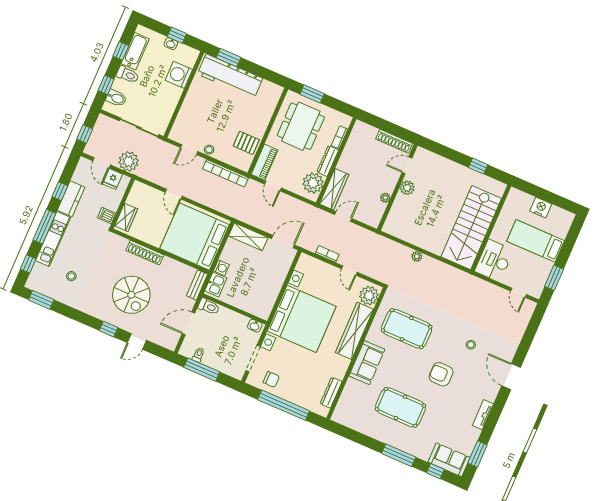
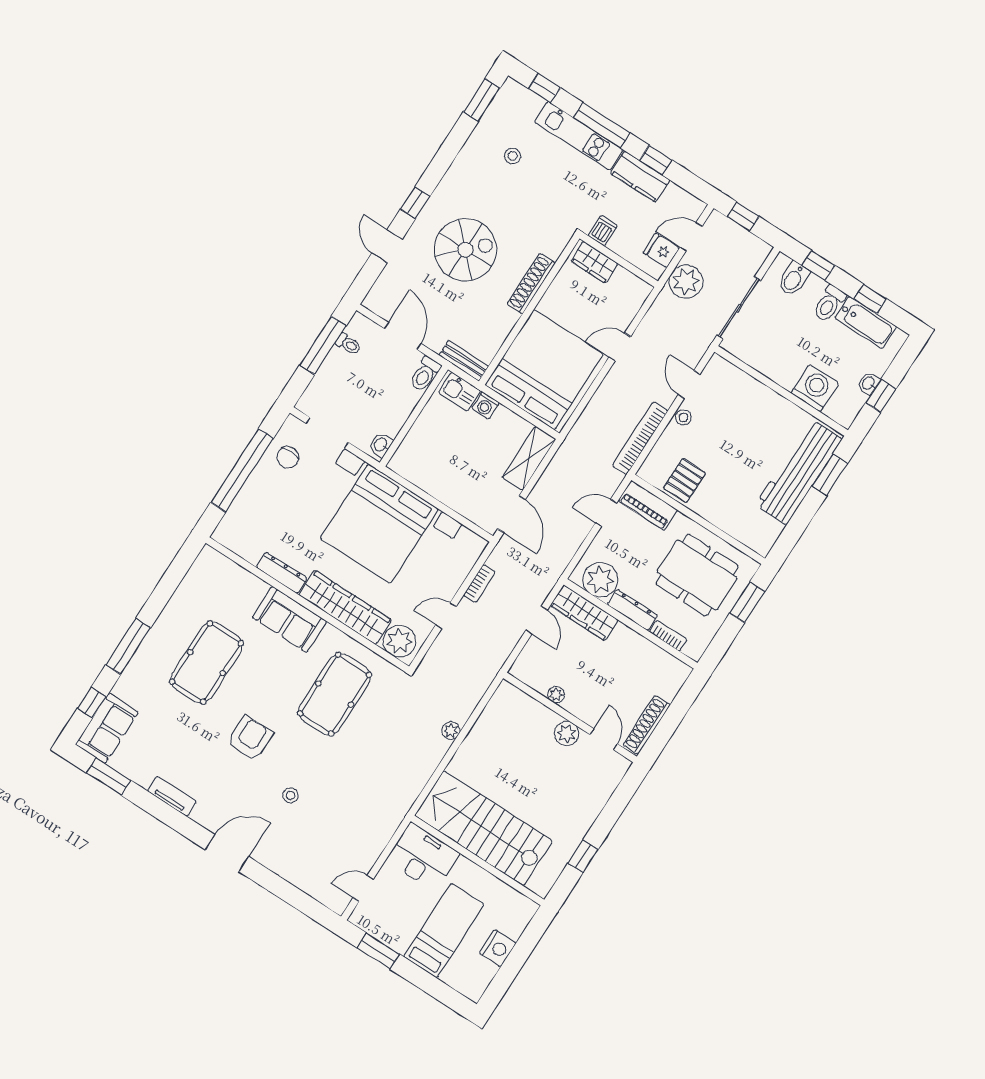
spiral stairs: (131, 295) -> (465, 250), turned 180
dresser: (331, 393) -> (282, 573), moved

